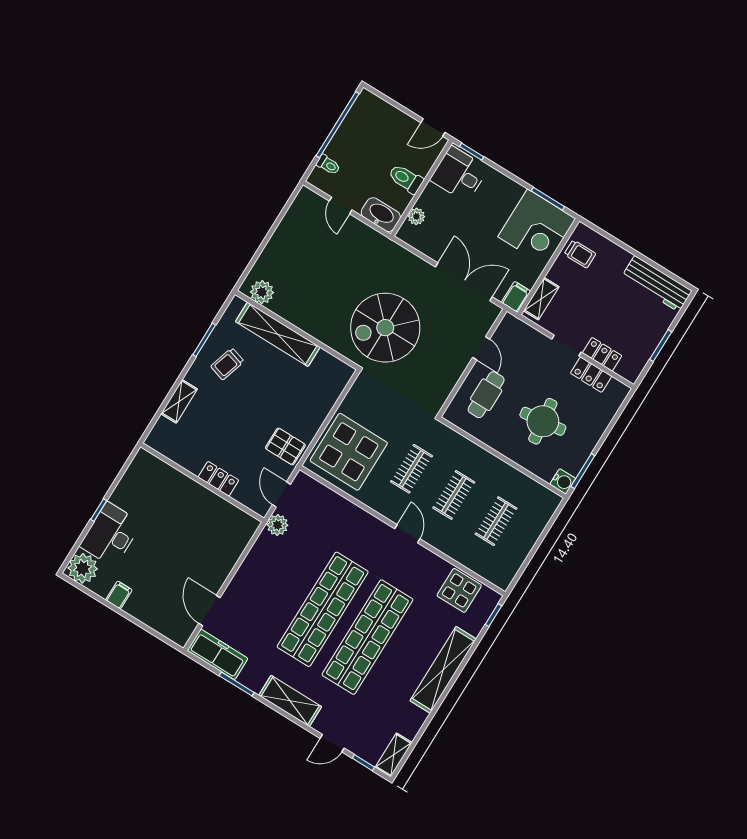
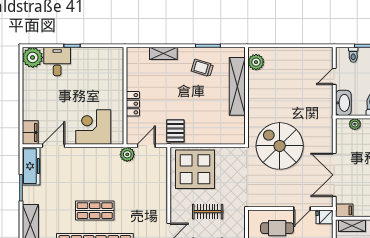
double door: (464, 282) -> (334, 175), swing flipped
fridge: (509, 327) -> (325, 217), added
desk: (111, 535) -> (57, 62), width x0.73
corner desk: (217, 546) -> (93, 127), added
filing cabinet: (119, 595) -> (30, 133), moved, width x2.00
shop shelf: (323, 609) -> (95, 211), width x0.50, depth x0.74

